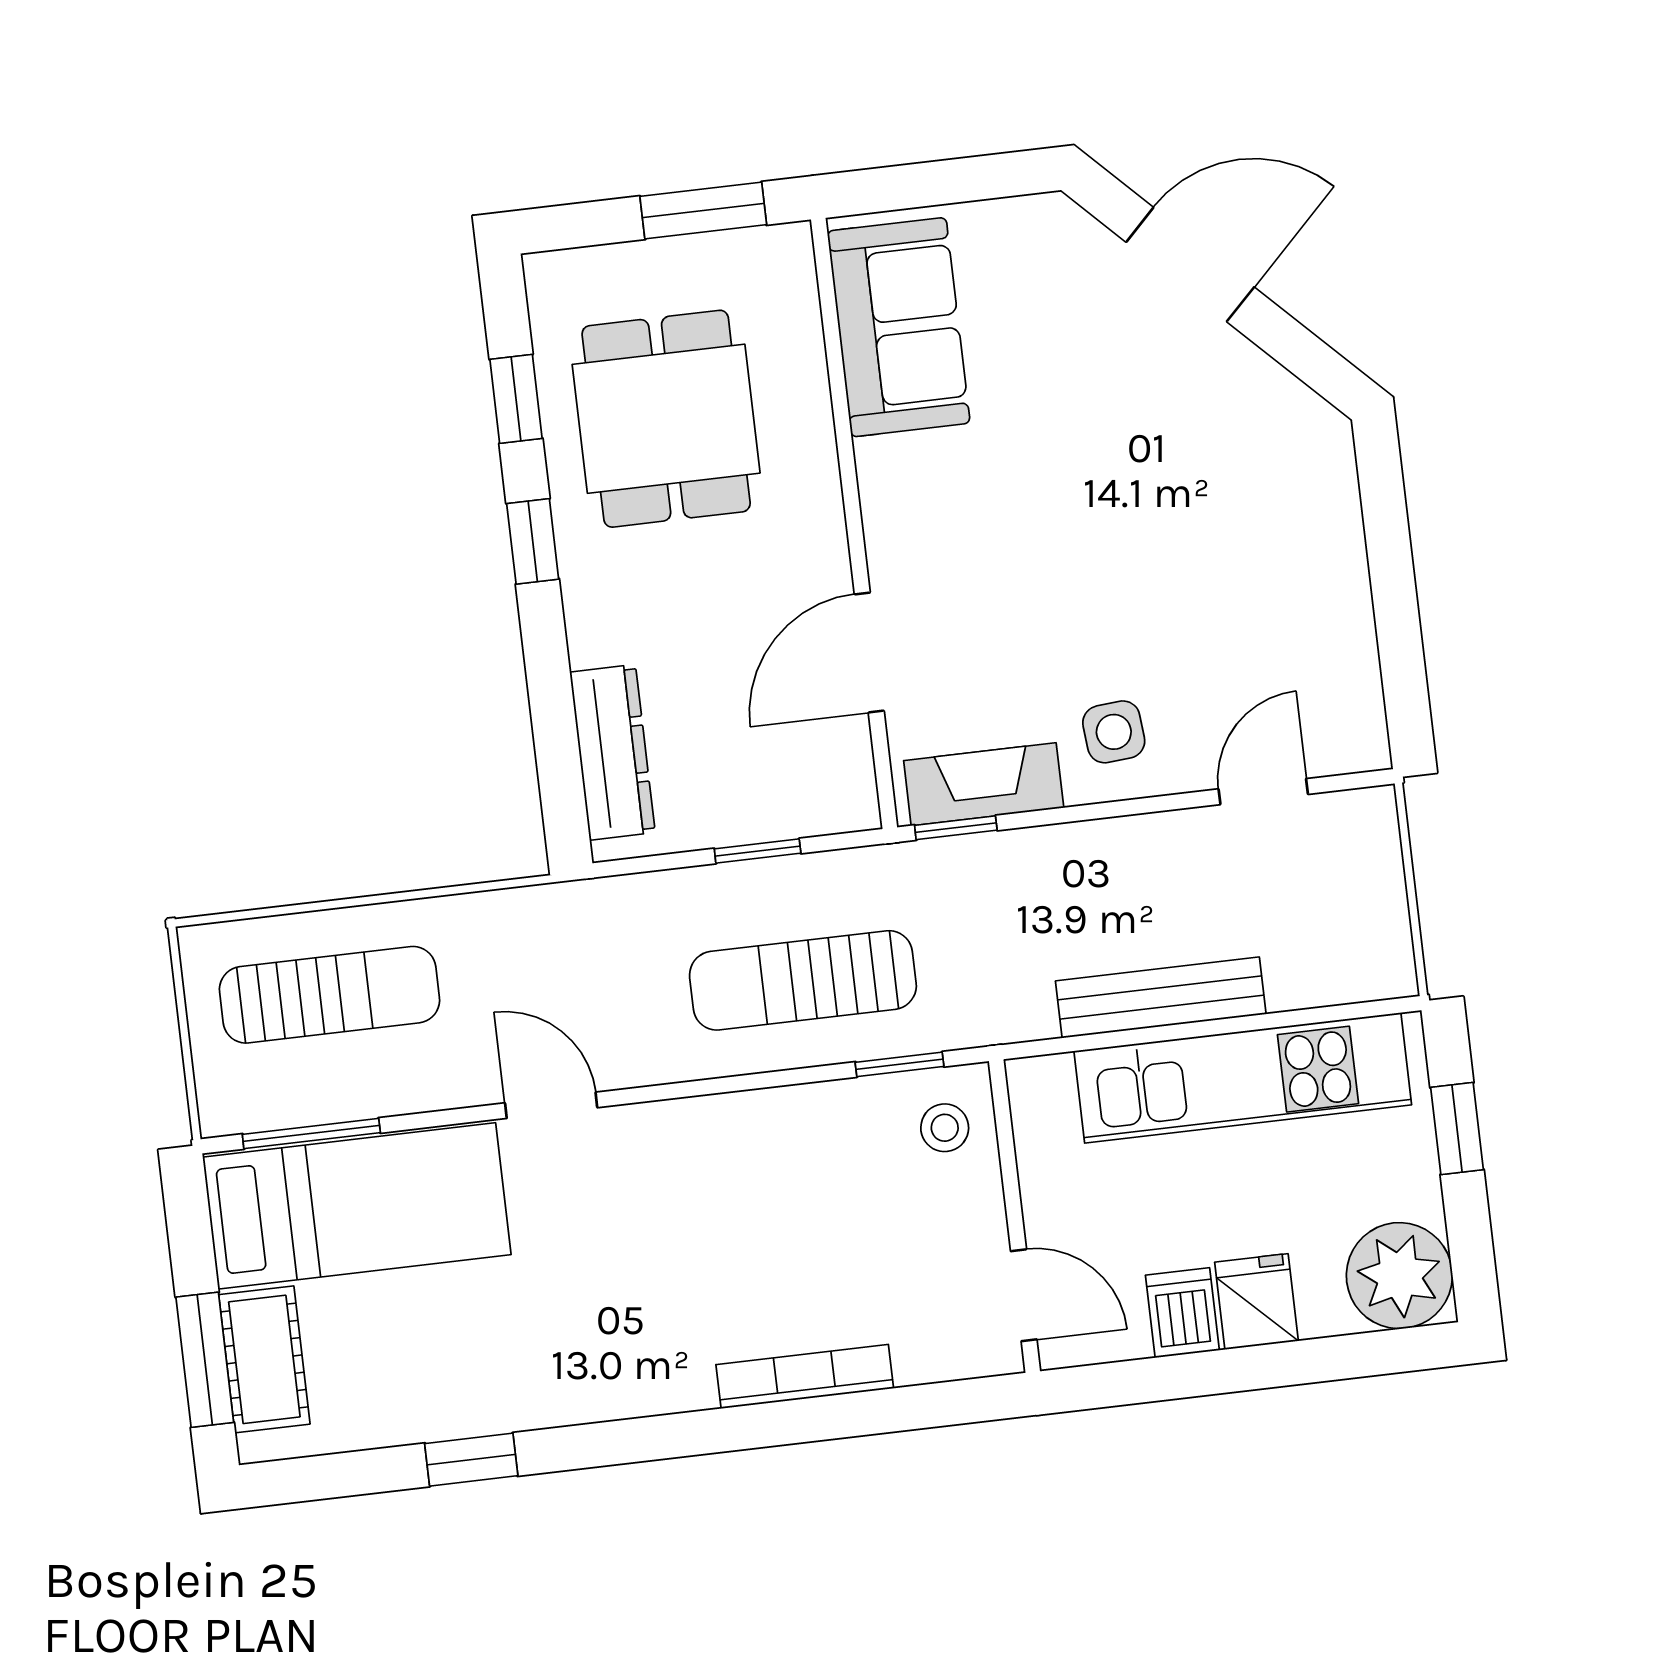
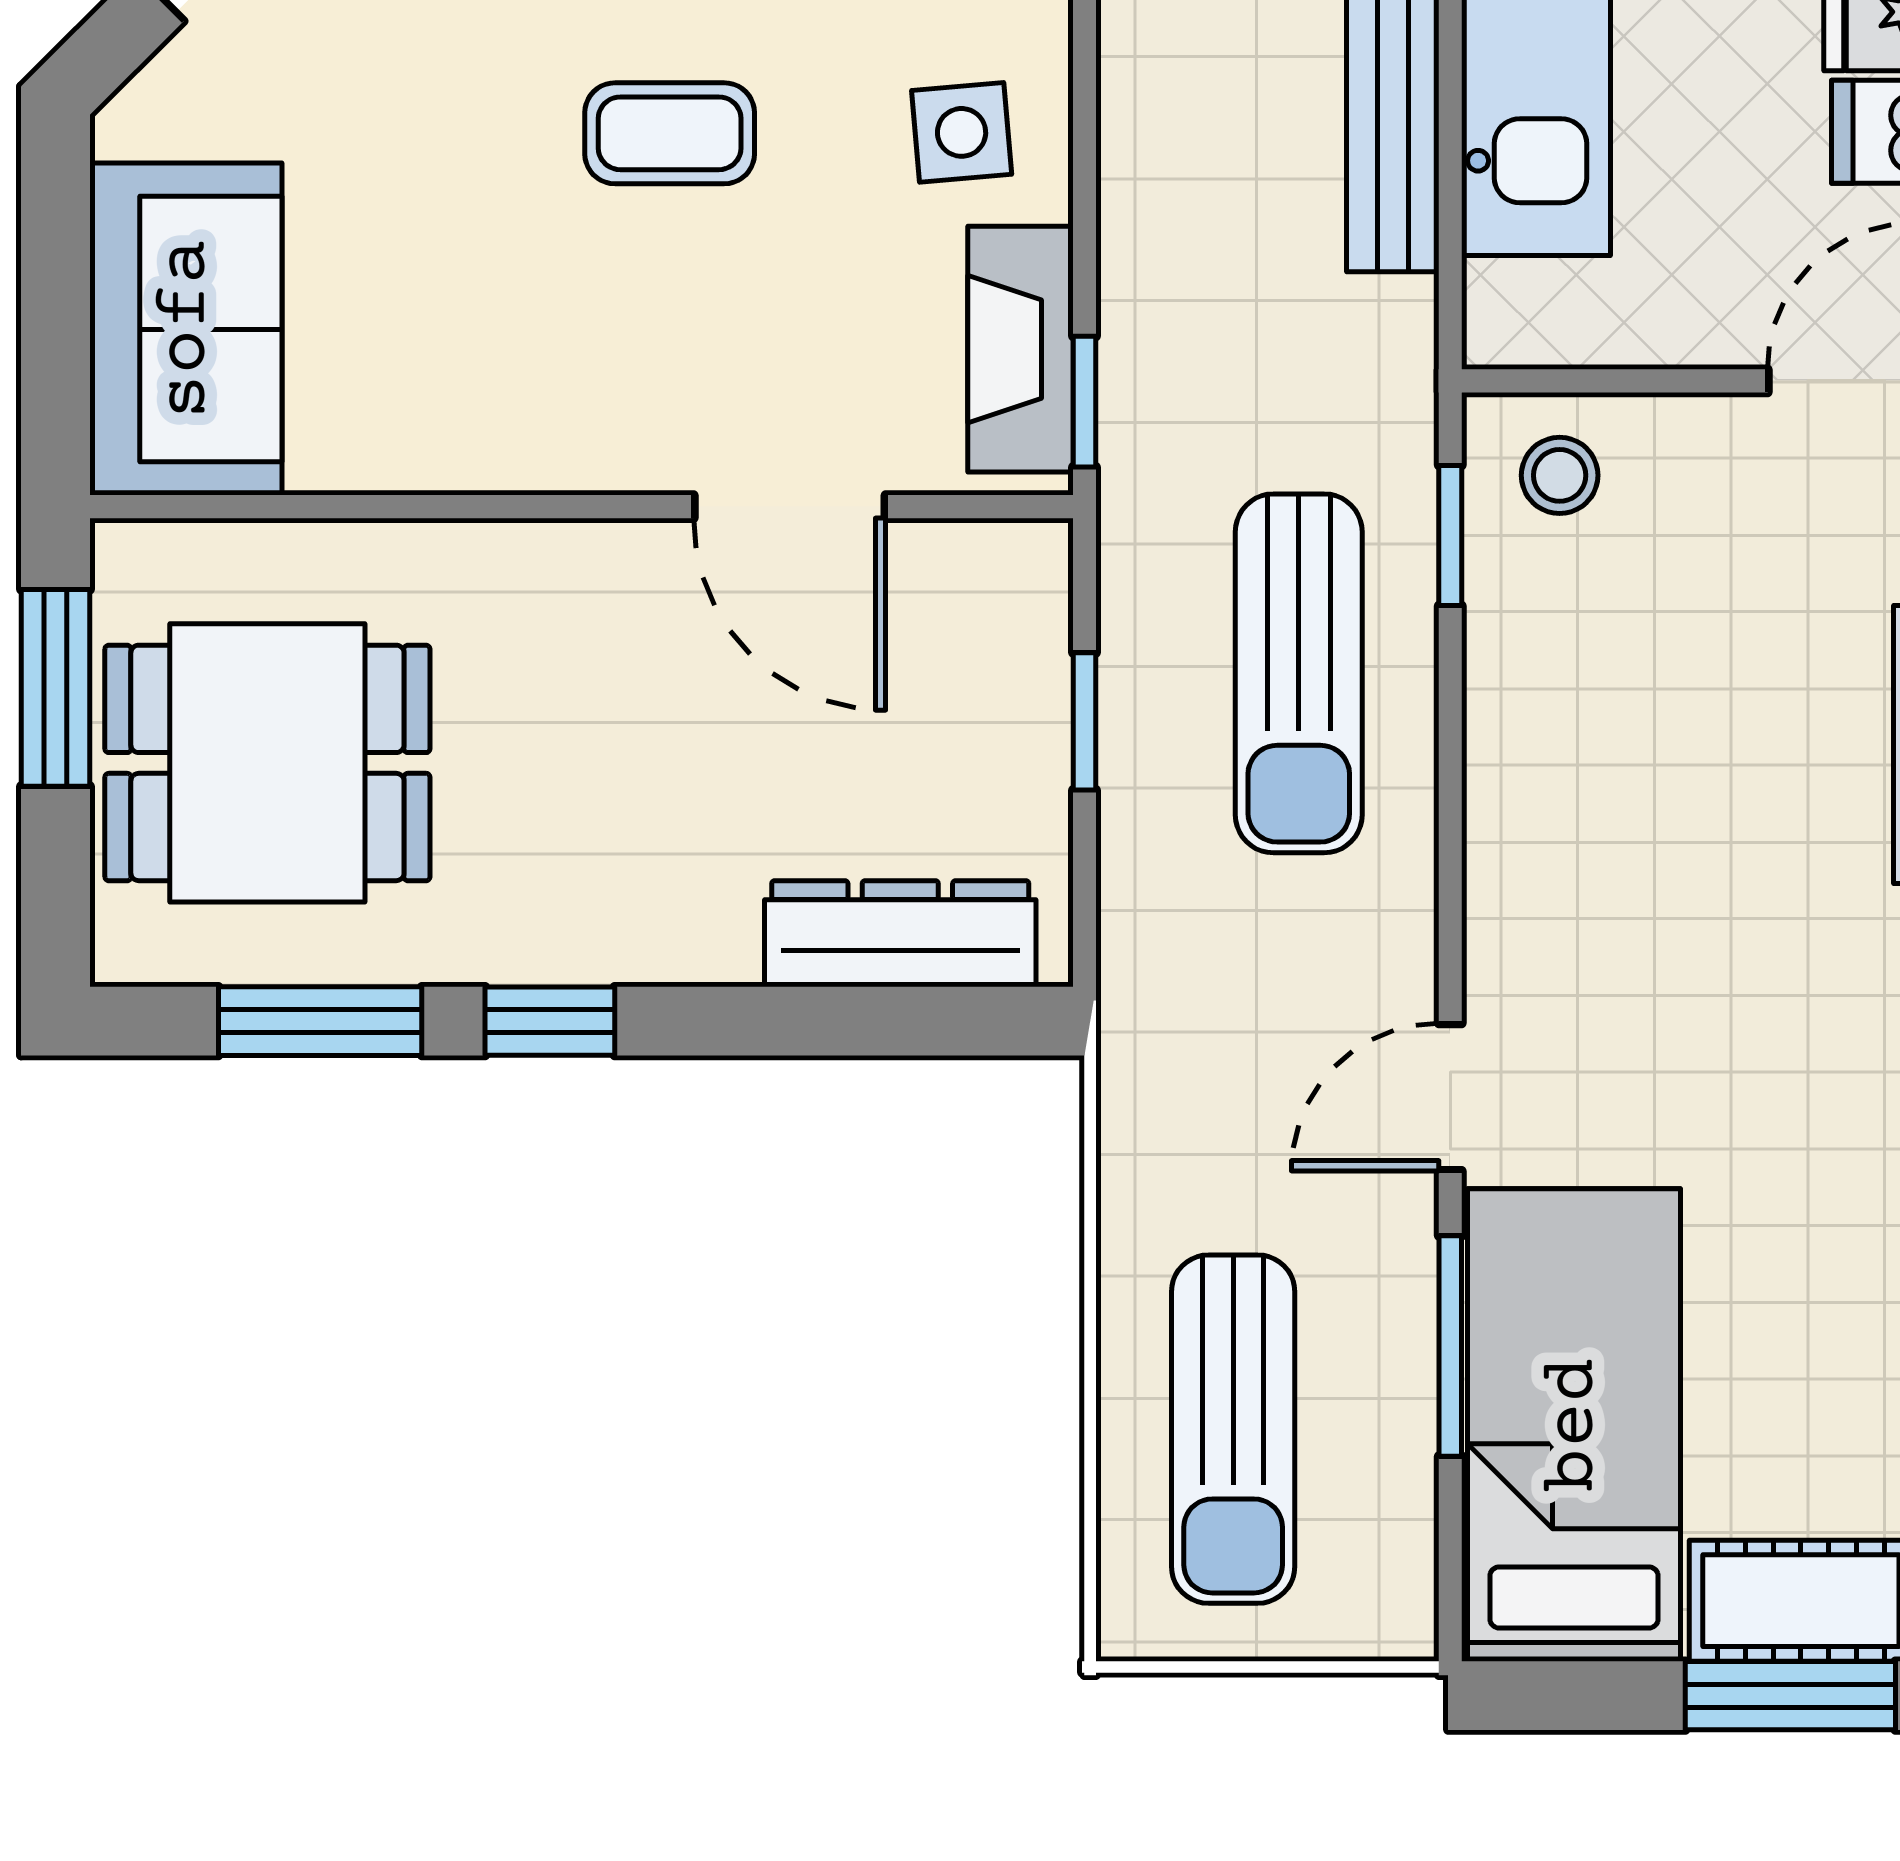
sofa: (899, 327) -> (186, 329), moved, turned 90
window: (516, 399) -> (320, 1021), width x1.50
dining table: (666, 419) -> (267, 763), moved
coffee table: (1092, 551) -> (670, 133), added
sun lounger: (329, 995) -> (1233, 1429), turned 180
window: (311, 1133) -> (1450, 1346), moved

